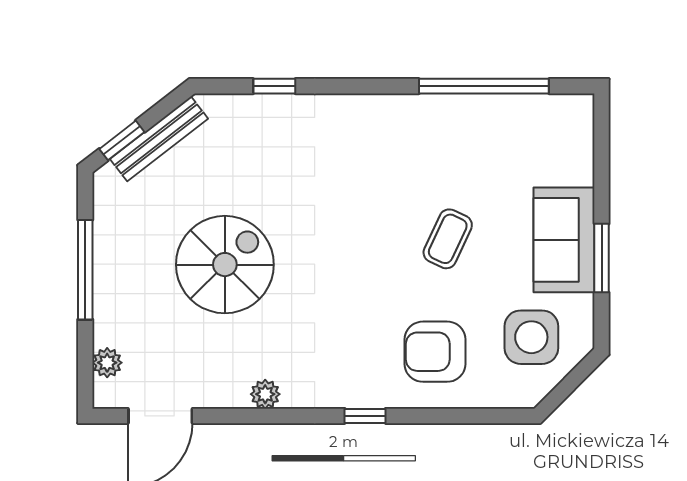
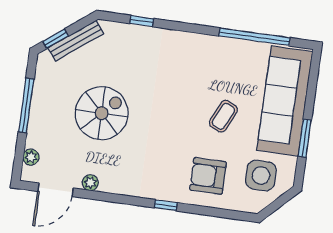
sofa: (564, 240) -> (285, 101), width x1.85, depth x1.27
plant: (265, 394) -> (90, 183), moved

